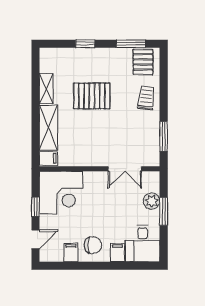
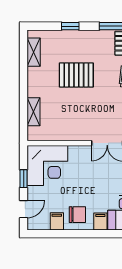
shelving: (46, 89) -> (34, 52), moved
shelving: (48, 128) -> (34, 112), width x0.67, depth x0.75
filing cabinet: (48, 158) -> (36, 133), removed

